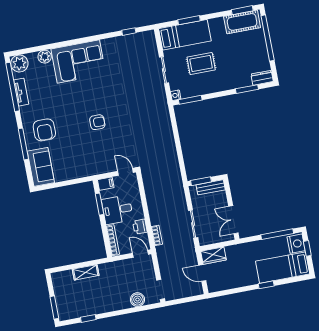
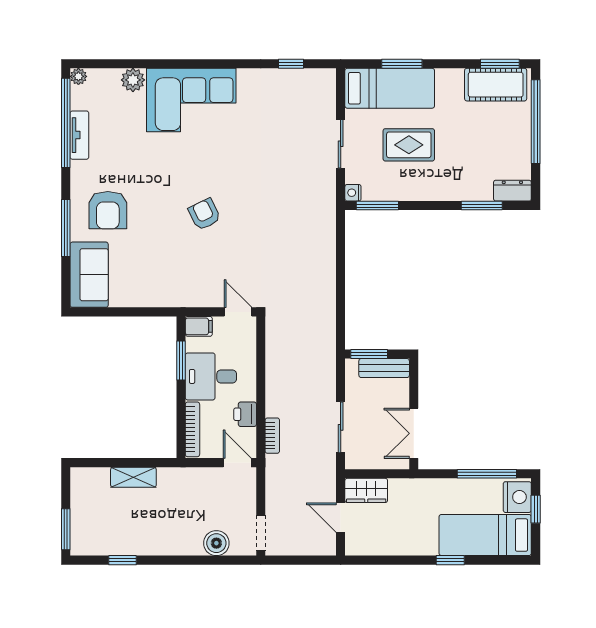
plant: (19, 63) -> (78, 76), width x0.53, depth x0.53
armchair: (97, 122) -> (204, 214), turned -116

